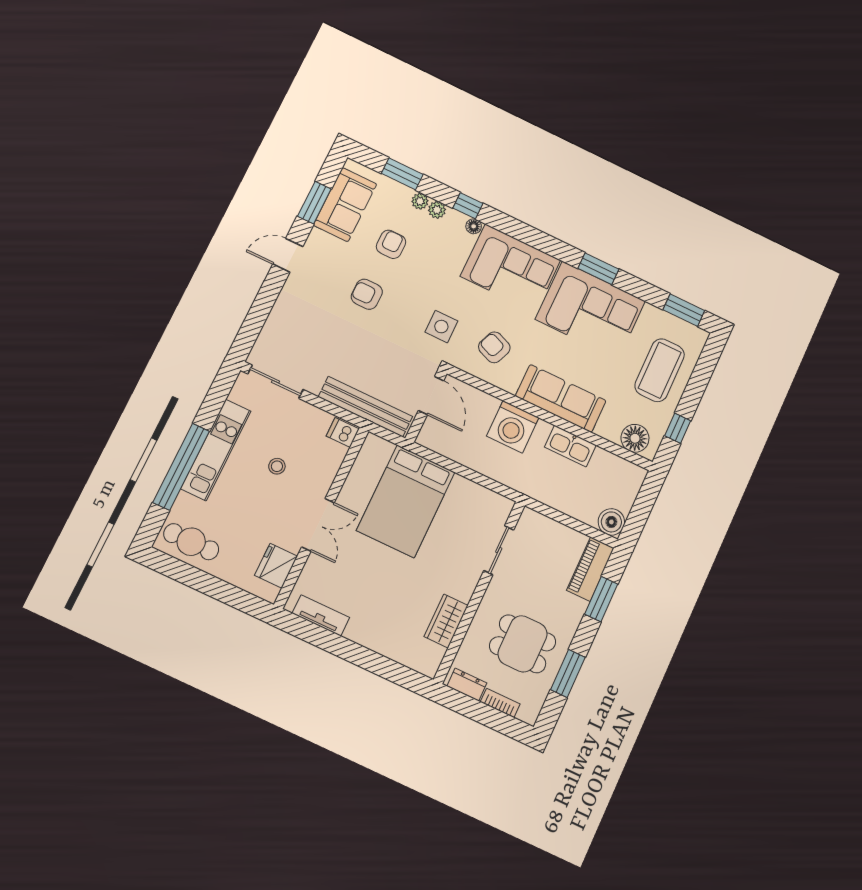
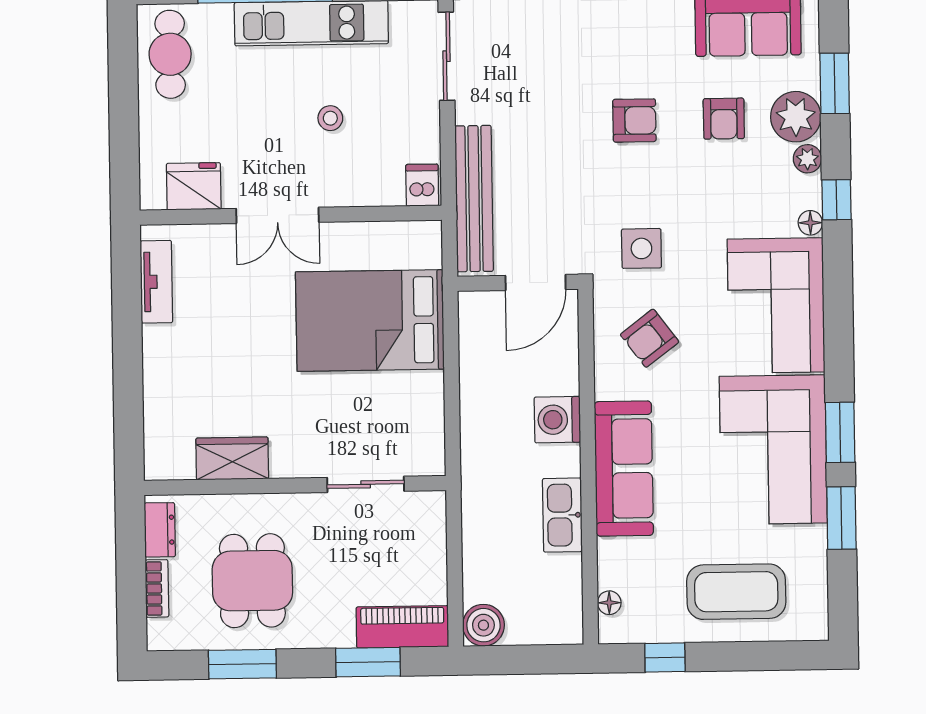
plant: (420, 201) -> (796, 117), width x1.88, depth x1.88
armchair: (391, 244) -> (724, 119), turned 90
armchair: (367, 294) -> (634, 120), turned 90
window: (684, 310) -> (841, 518), moved
armchair: (494, 347) -> (650, 338), turned -149
washing machine: (513, 427) -> (557, 420), width x0.73, depth x0.73
floor lamp: (635, 438) -> (609, 603), width x0.53, depth x0.53

